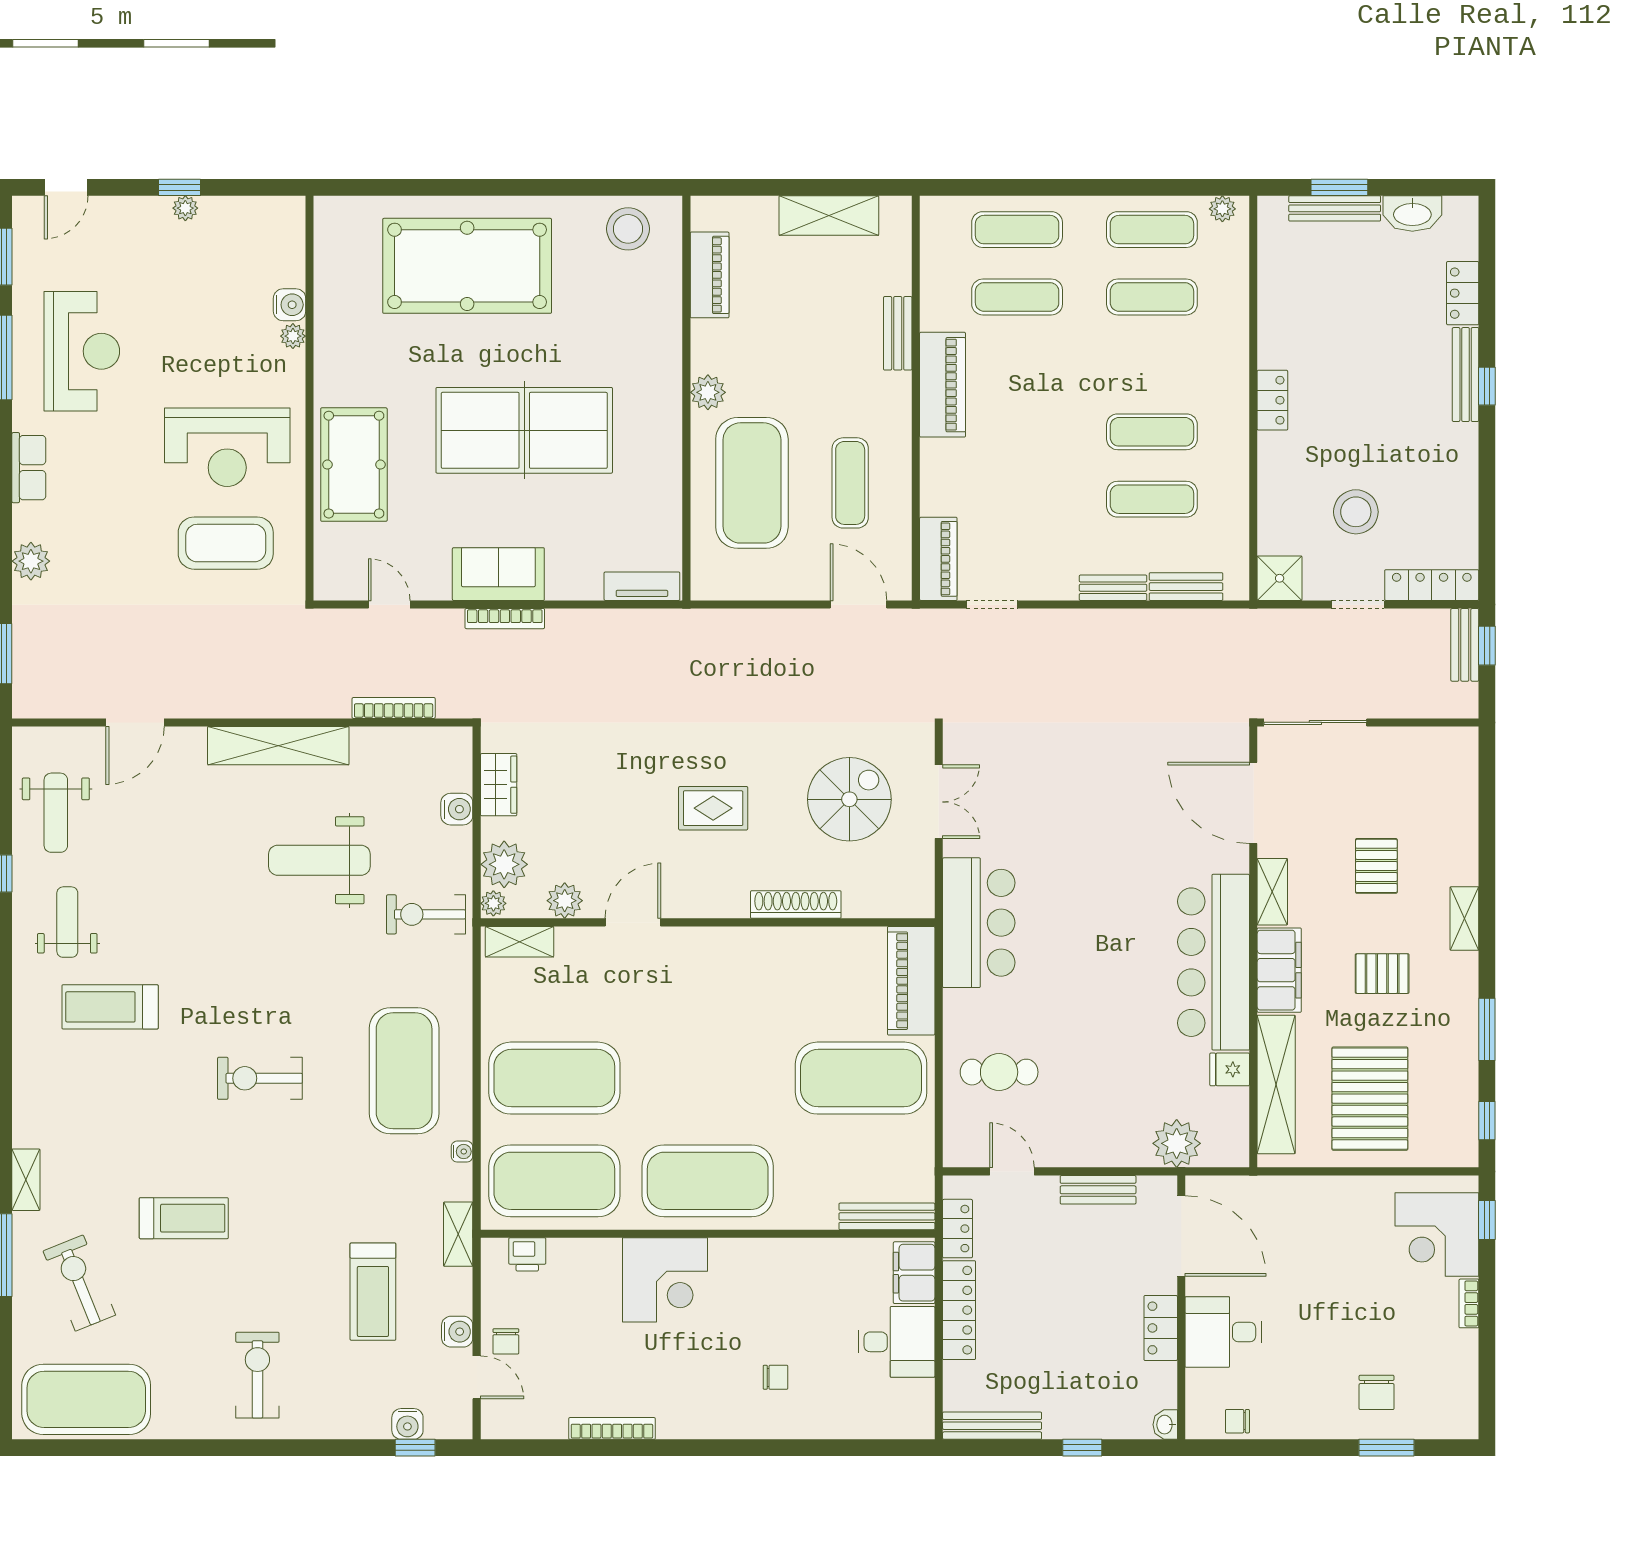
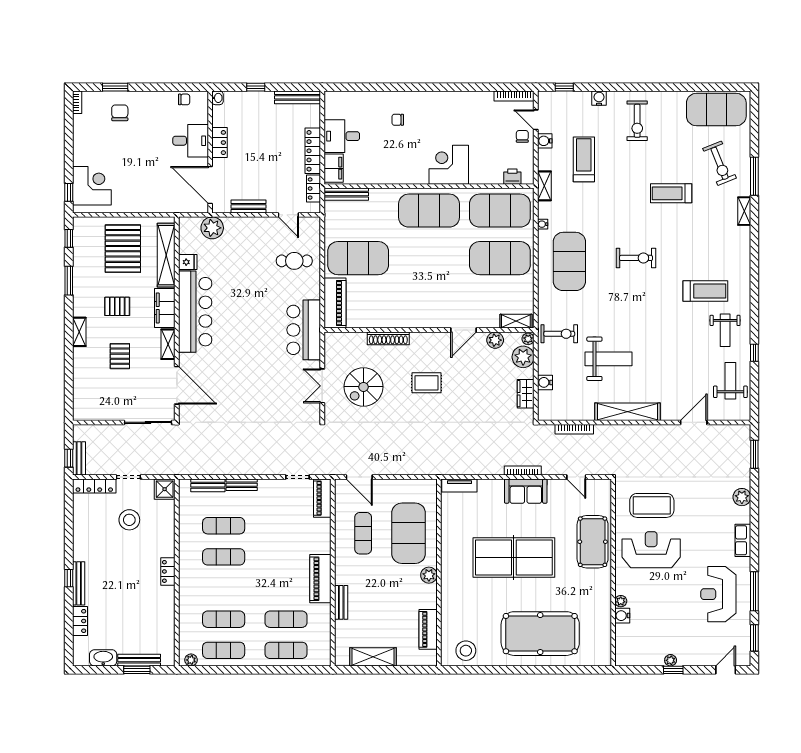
bookcase: (1469, 1303) -> (77, 102), moved
water cooler: (407, 1424) -> (599, 98), moved
bookcase: (612, 1428) -> (514, 96), moved

